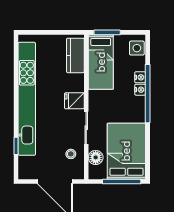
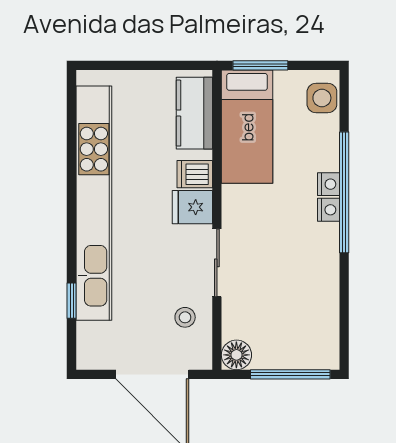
nightstand: (140, 77) -> (329, 210), moved
dishwasher: (75, 85) -> (195, 174), added
bed: (126, 151) -> (300, 312), removed
floor lamp: (96, 157) -> (236, 355), moved

